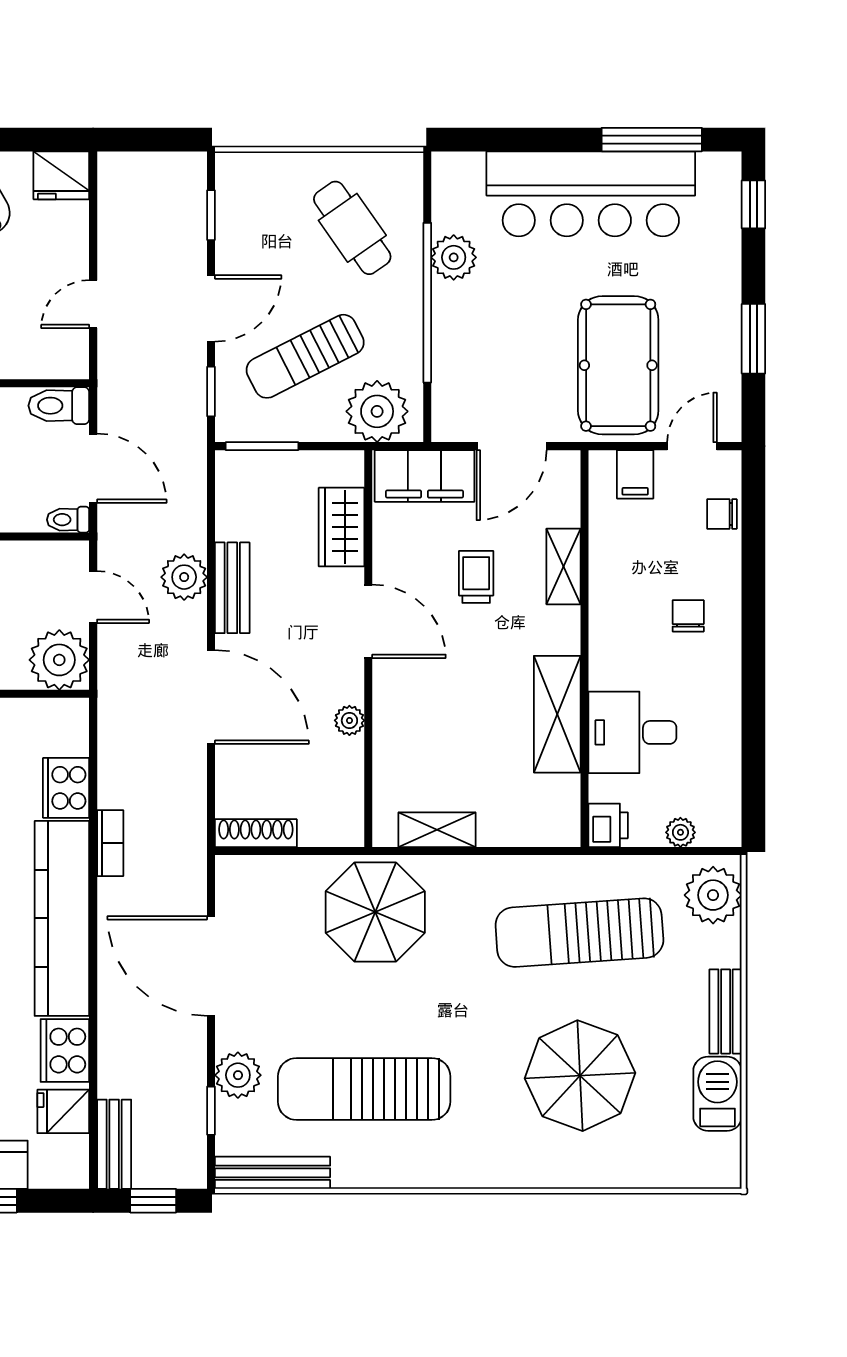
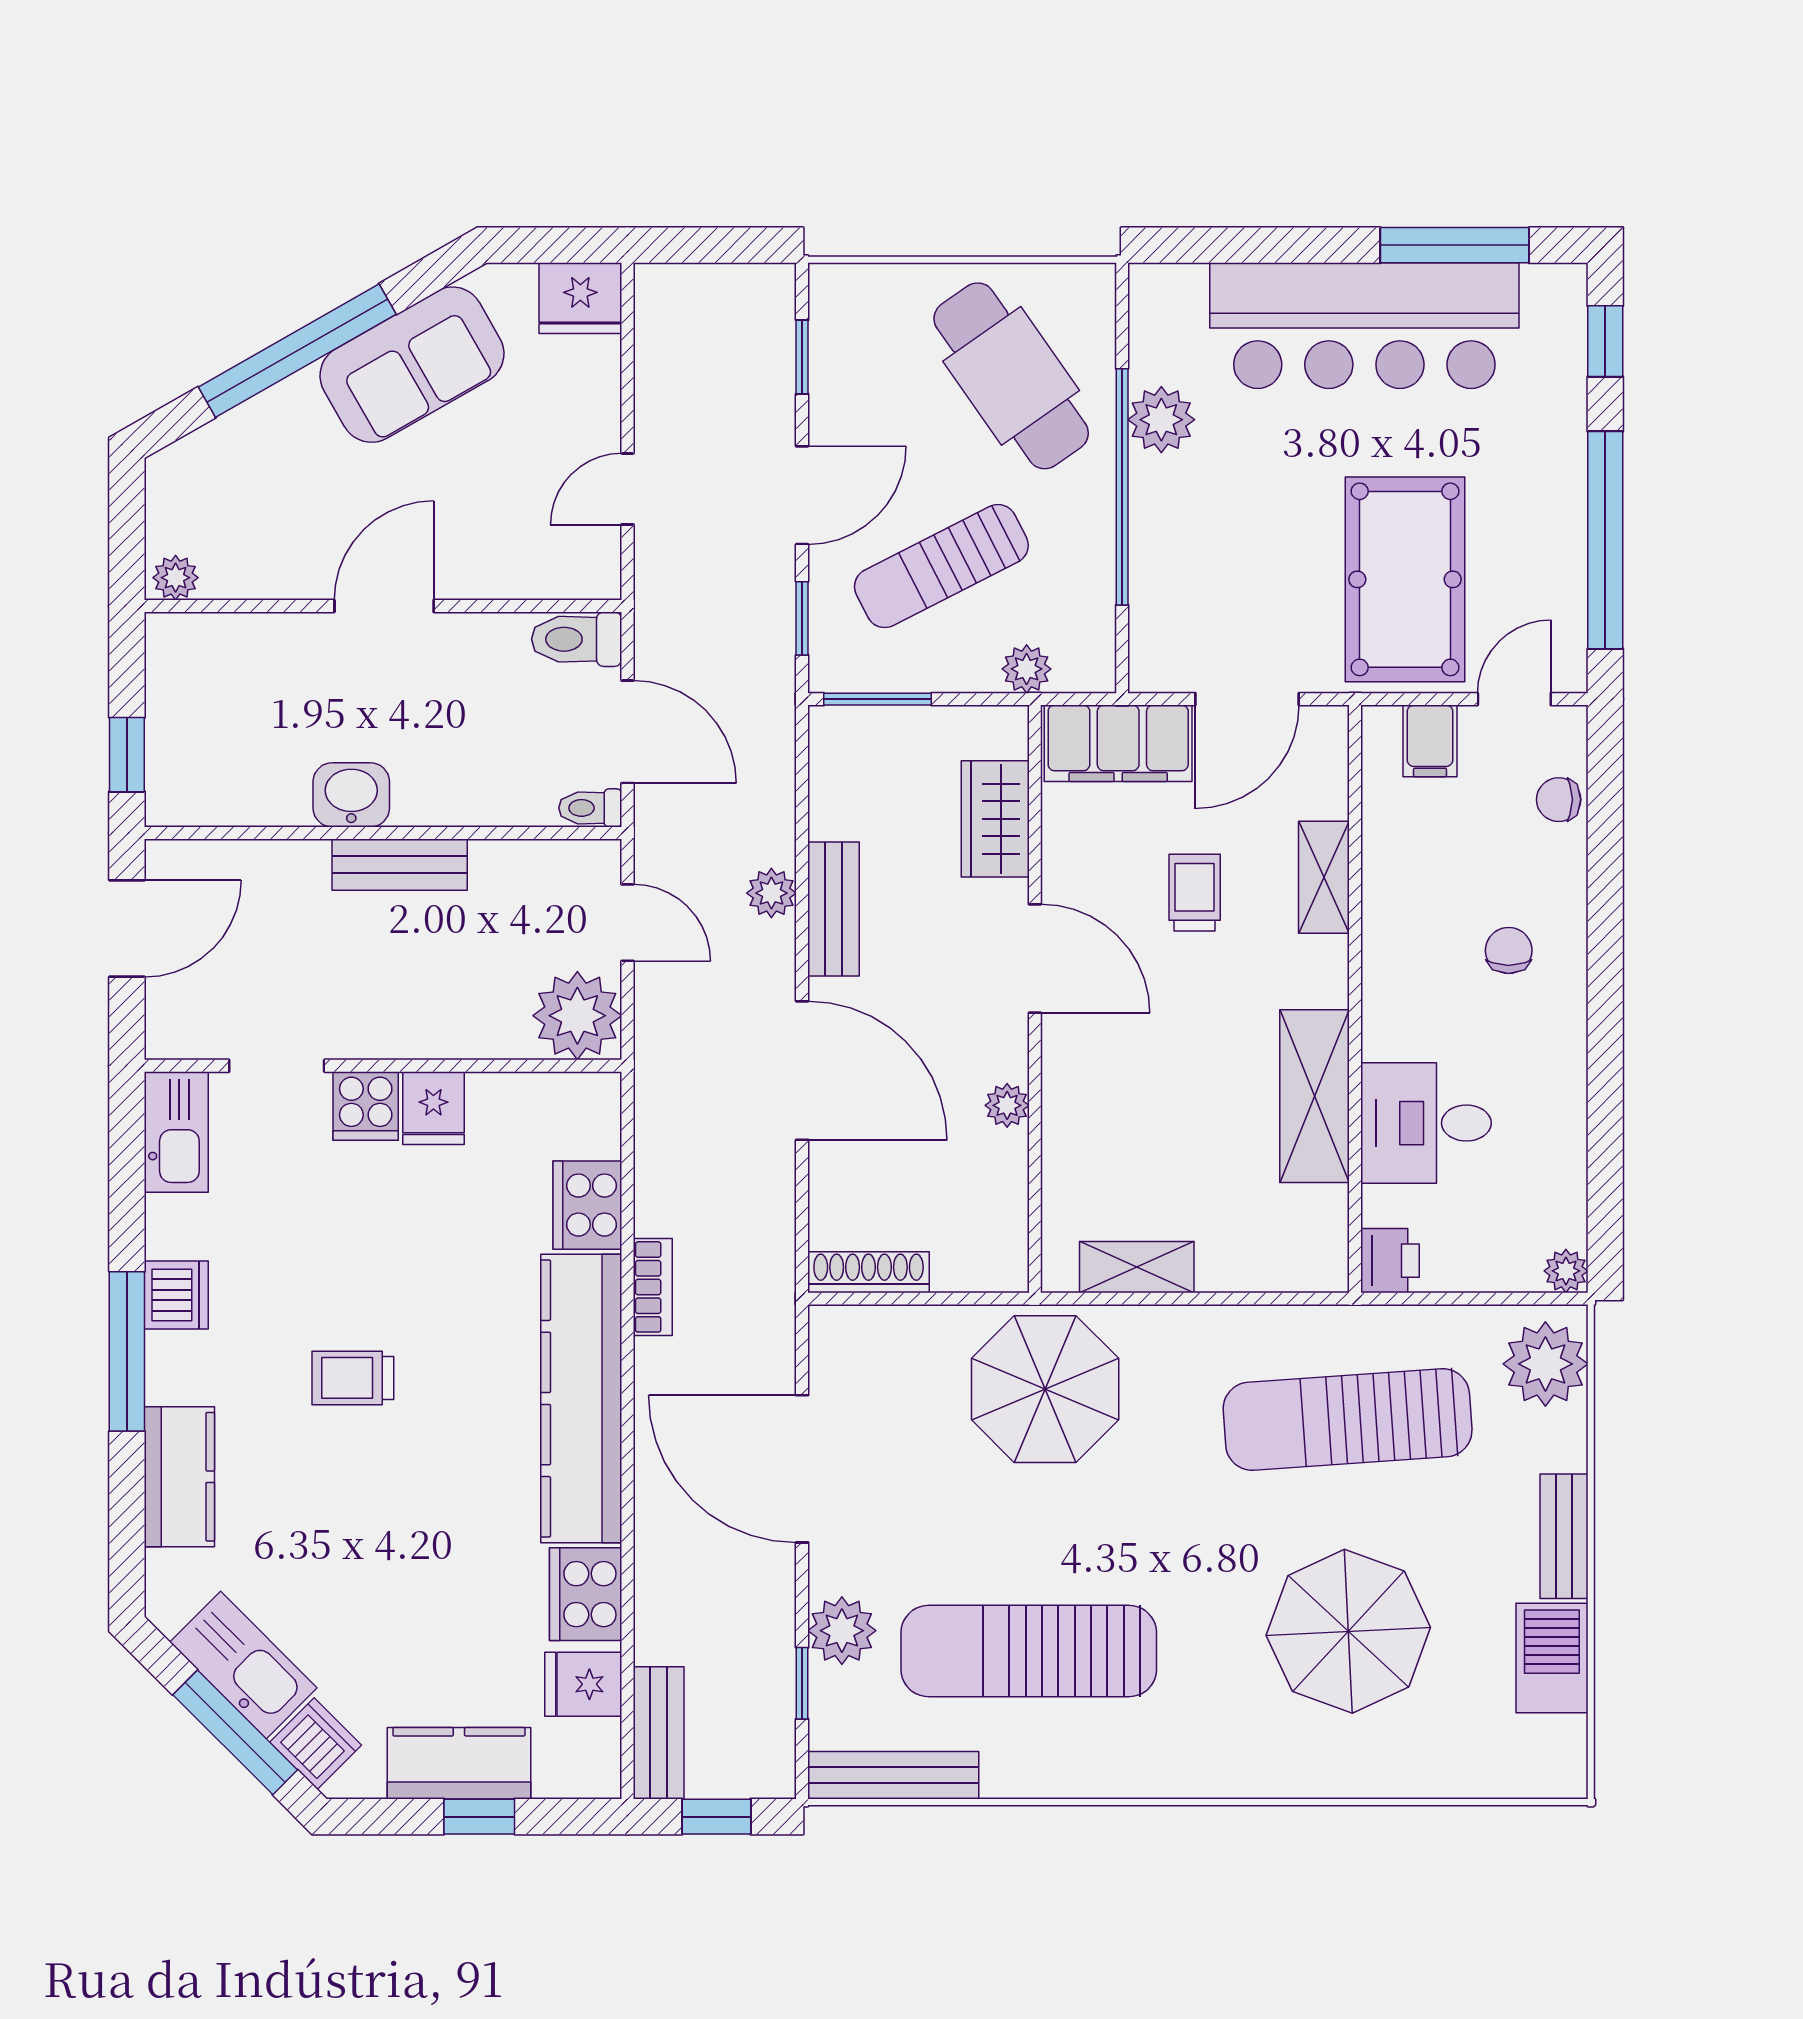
cafe table: (352, 228) -> (1011, 376), width x1.37, depth x1.35
window: (753, 339) -> (1605, 540), width x2.11
plant: (377, 411) -> (1027, 669), width x0.53, depth x0.53
plant: (184, 577) -> (771, 893), width x0.73, depth x0.73
plant: (680, 832) -> (1566, 1271), moved

